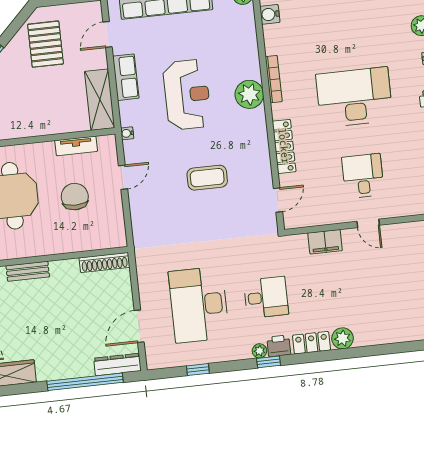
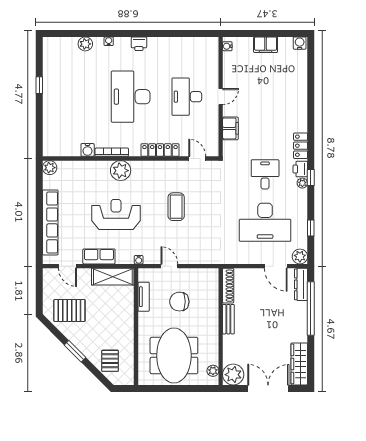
water cooler: (270, 14) -> (88, 150), moved
desk: (363, 176) -> (187, 97), width x1.37
bench: (28, 271) -> (228, 319), moved
plant: (342, 338) -> (300, 256), moved

